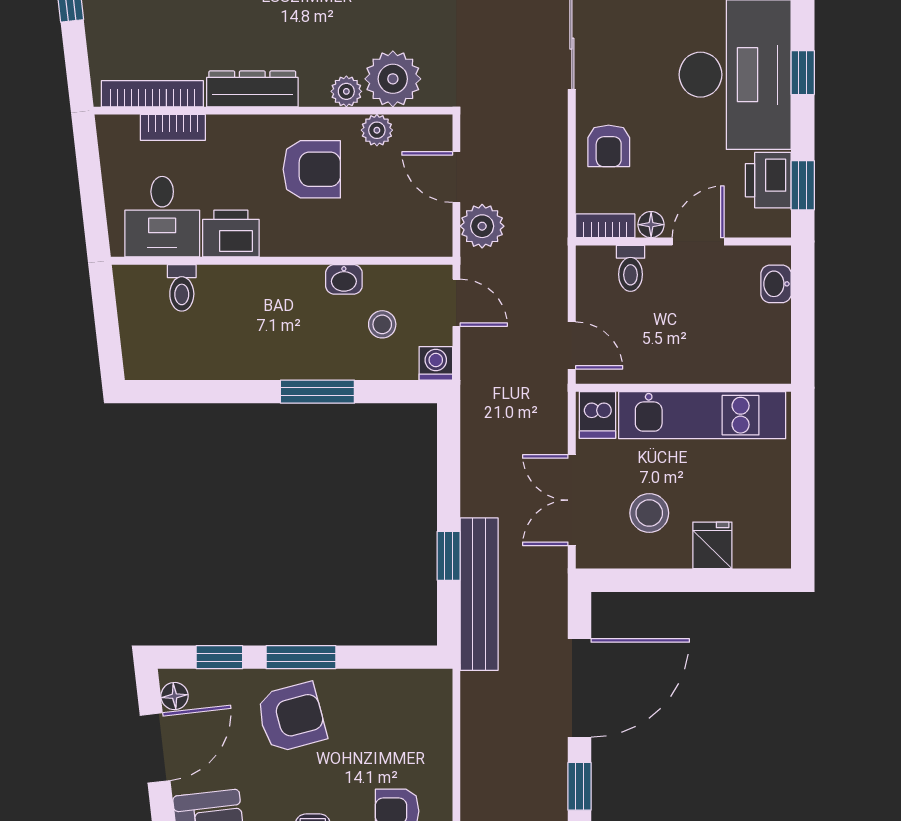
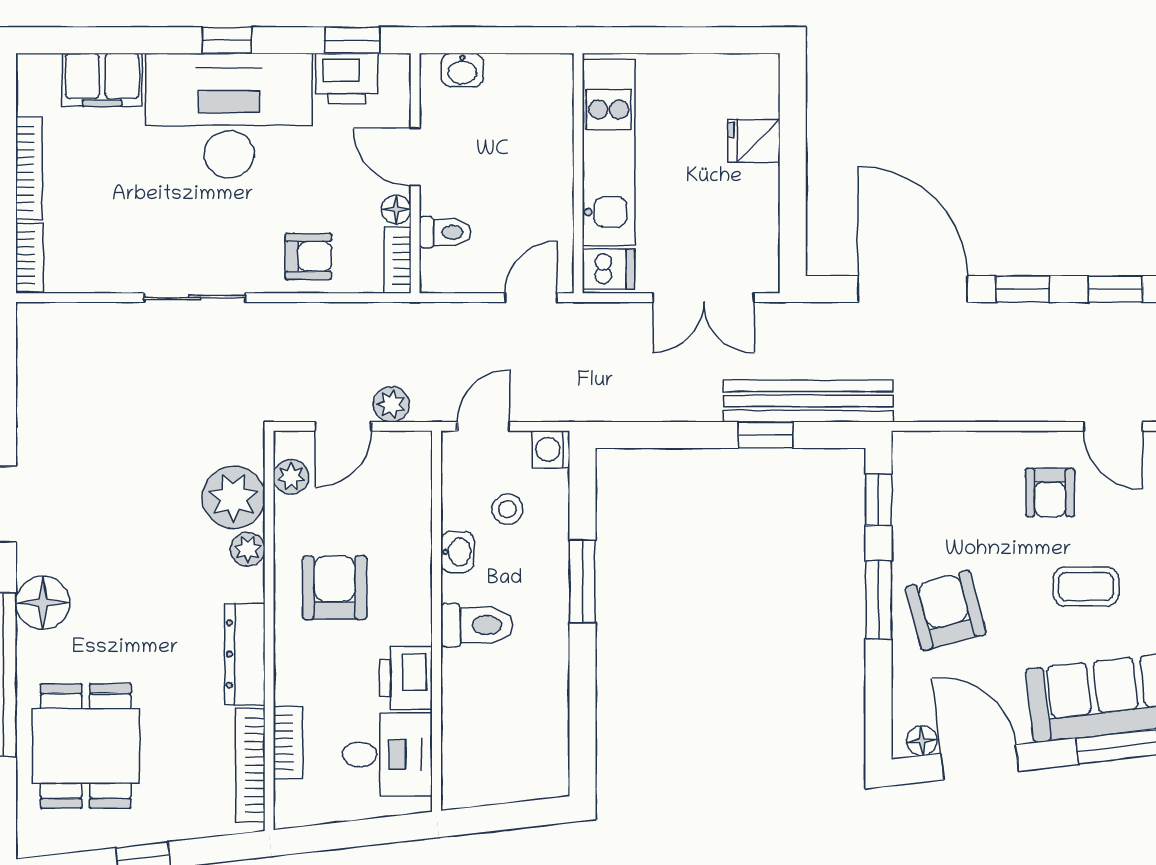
plant: (377, 130) -> (291, 477), moved
plant: (482, 226) -> (391, 404), width x0.73, depth x0.73
toilet: (182, 288) -> (477, 625), moved, width x1.37, depth x1.39
stool: (649, 513) -> (718, 211), removed
window: (219, 657) -> (879, 500), moved

